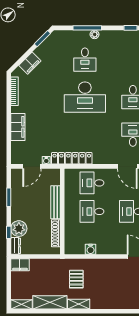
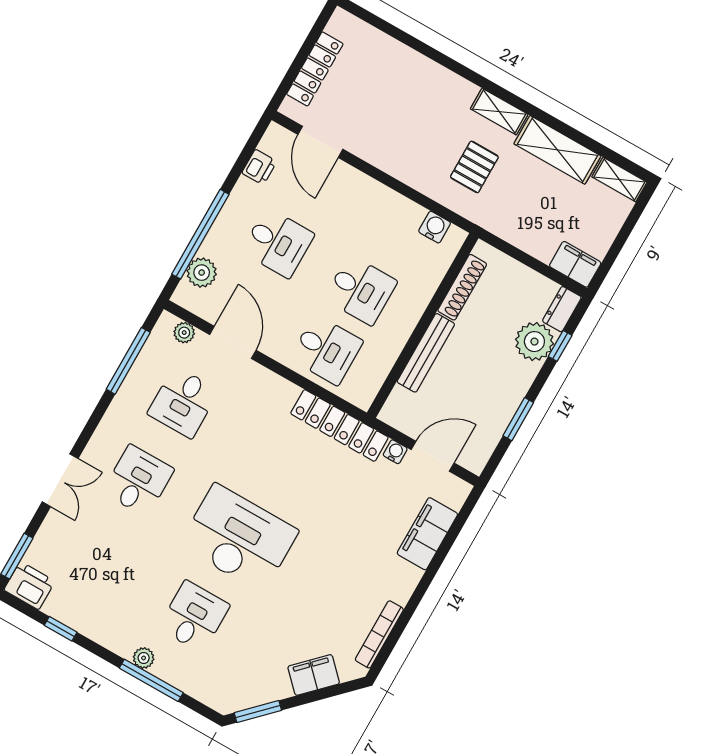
filing cabinet: (18, 127) -> (427, 534), moved
water cooler: (91, 249) -> (435, 227), moved

